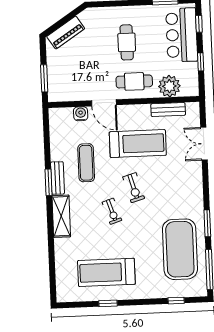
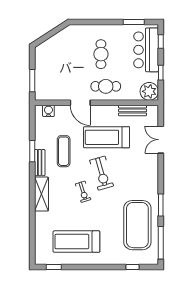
piano: (66, 33) -> (51, 44), removed
plant: (169, 86) -> (149, 91), moved
water cooler: (81, 114) -> (48, 111), moved
treadmill: (138, 144) -> (107, 137), turned 180
window: (49, 182) -> (32, 151), moved
exercise bike: (134, 188) -> (102, 173), width x1.38, depth x1.39
window: (108, 303) -> (54, 267), moved

